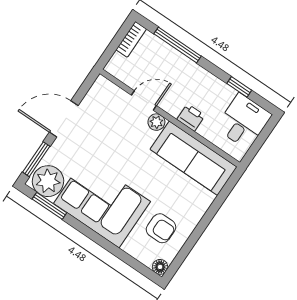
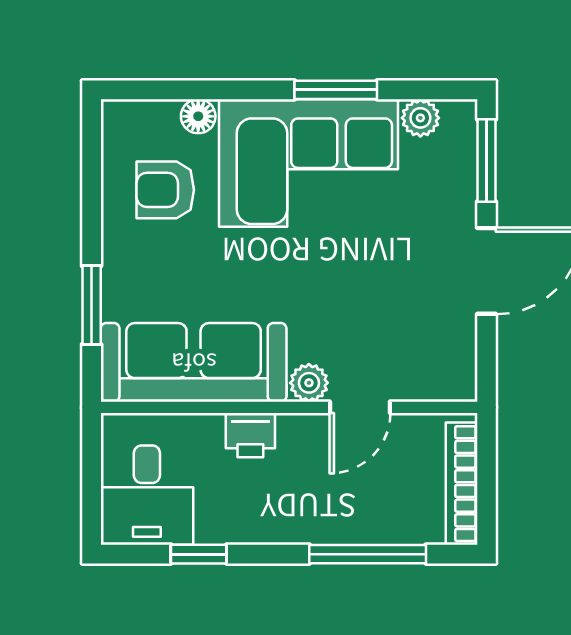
bookcase: (131, 39) -> (462, 484), width x1.56
plant: (48, 181) -> (420, 118), width x0.53, depth x0.53
window: (217, 204) -> (92, 305), added
window: (49, 206) -> (336, 90), moved
floor lamp: (160, 267) -> (198, 116), moved

